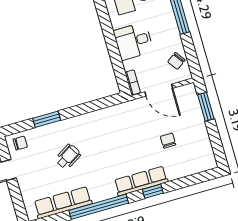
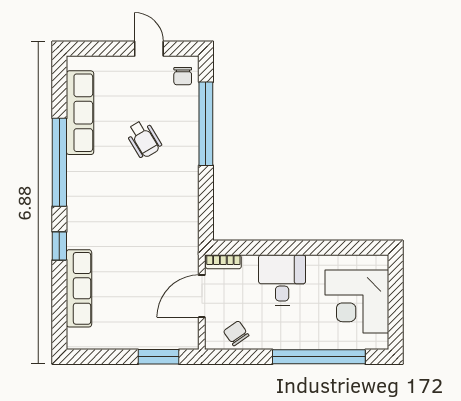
window: (47, 119) -> (206, 124), width x2.11
chair: (168, 141) -> (126, 289), removed
row of seats: (141, 181) -> (79, 288), moved

